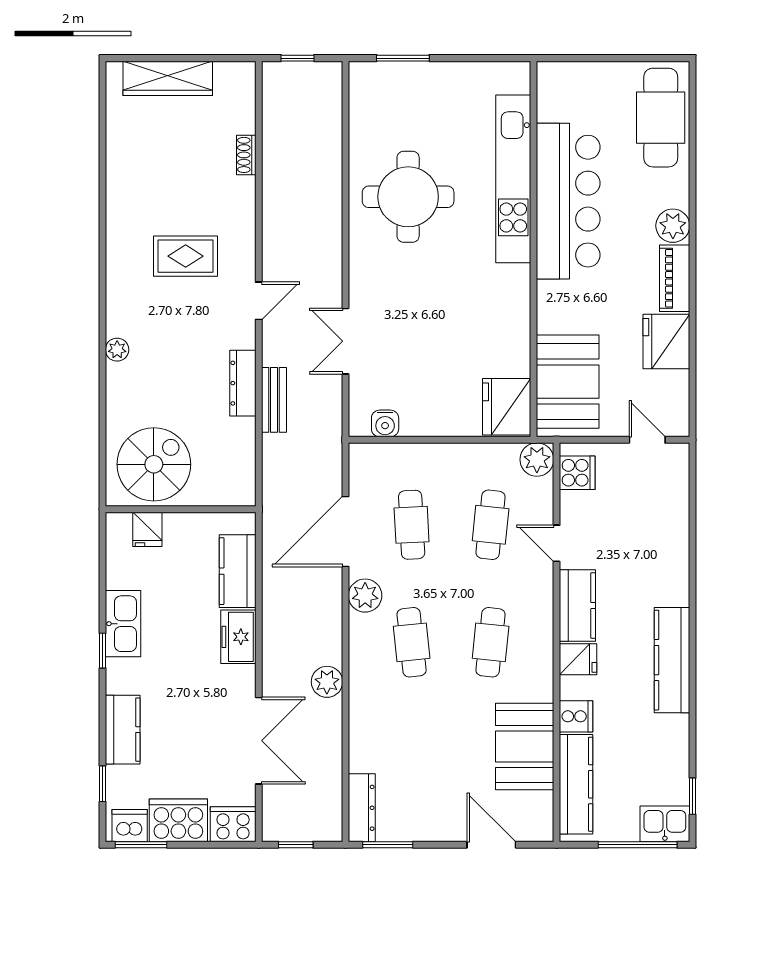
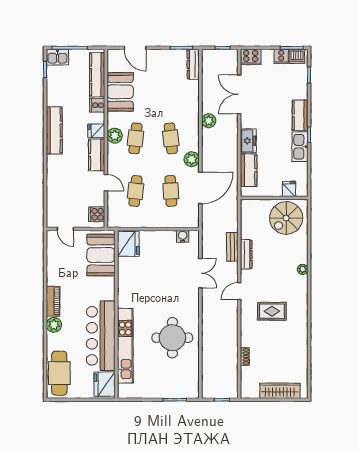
fridge: (666, 341) -> (105, 384), moved, turned 180
plant: (537, 460) -> (115, 136), moved
kitchen counter: (123, 730) -> (300, 115), moved
cooker: (178, 820) -> (281, 56), width x0.53, depth x0.76

